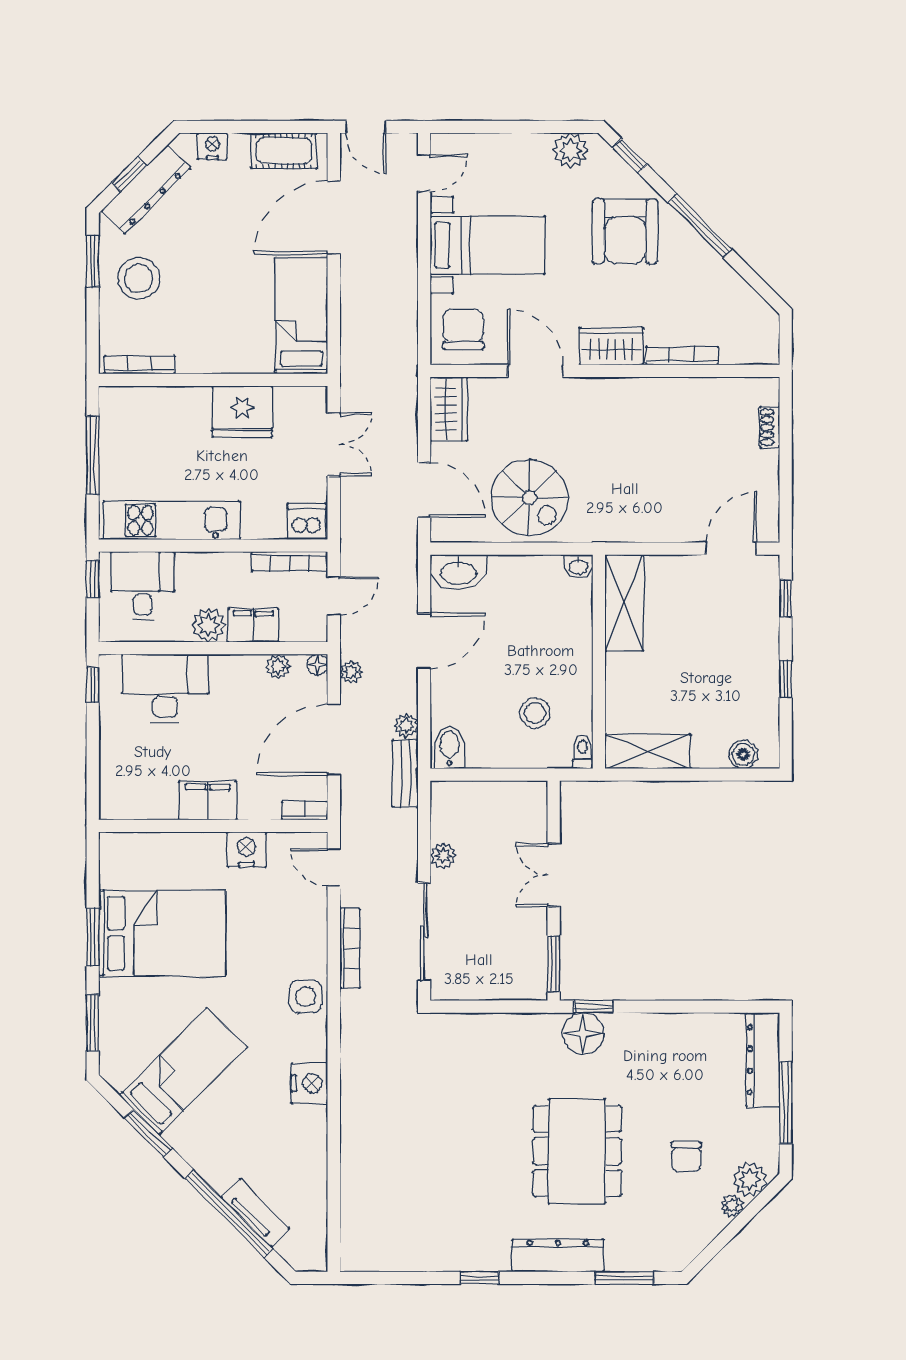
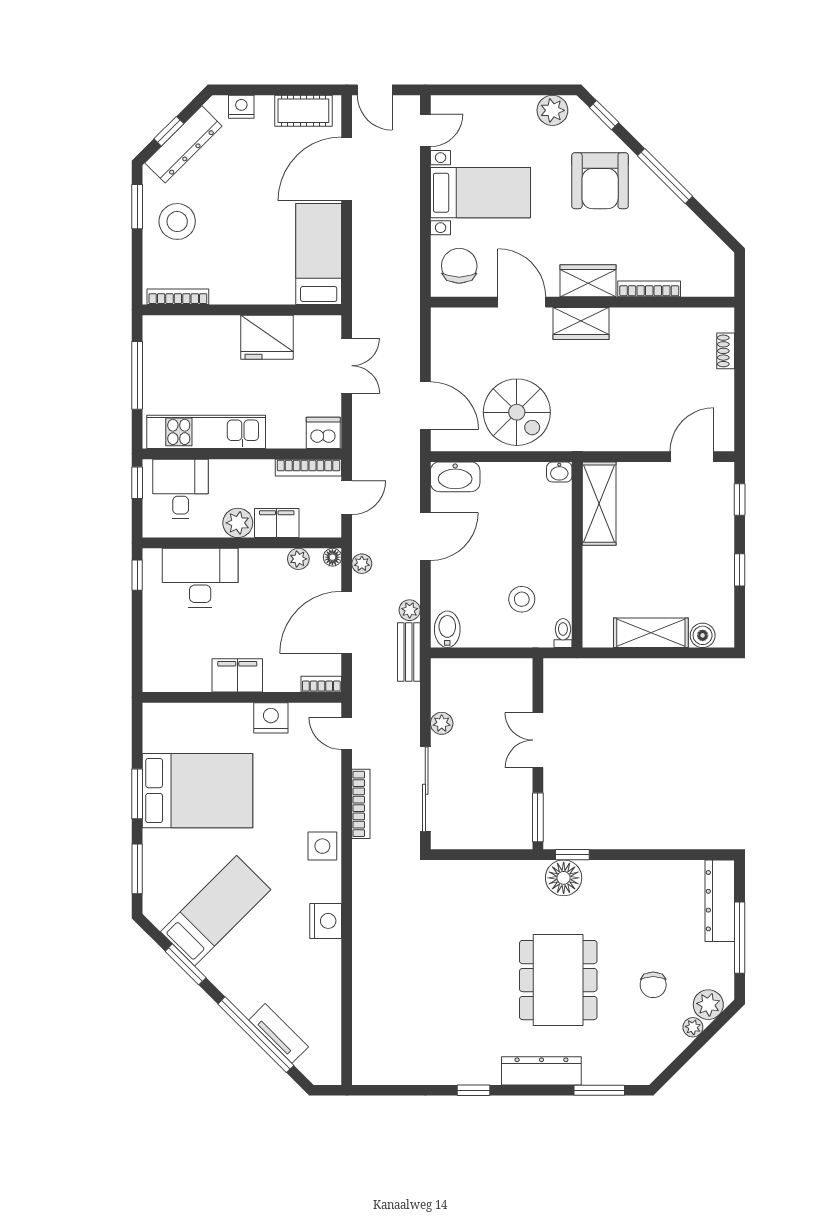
wardrobe: (449, 409) -> (581, 323), moved, turned 90
shelving: (648, 752) -> (651, 633), moved

